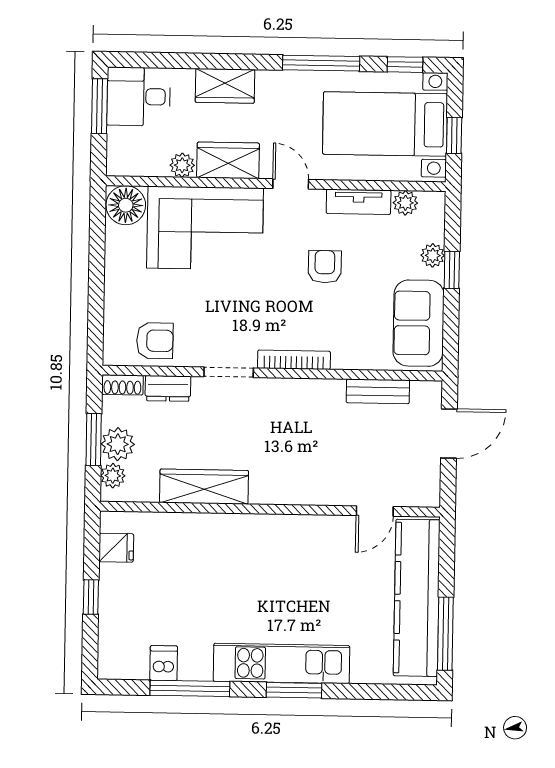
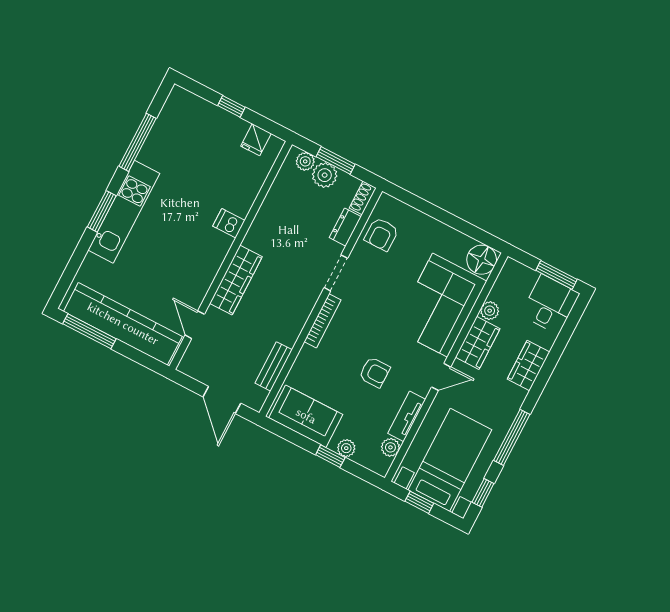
wardrobe: (204, 487) -> (236, 280), moved
dishwasher: (164, 663) -> (229, 223), moved, turned 180

